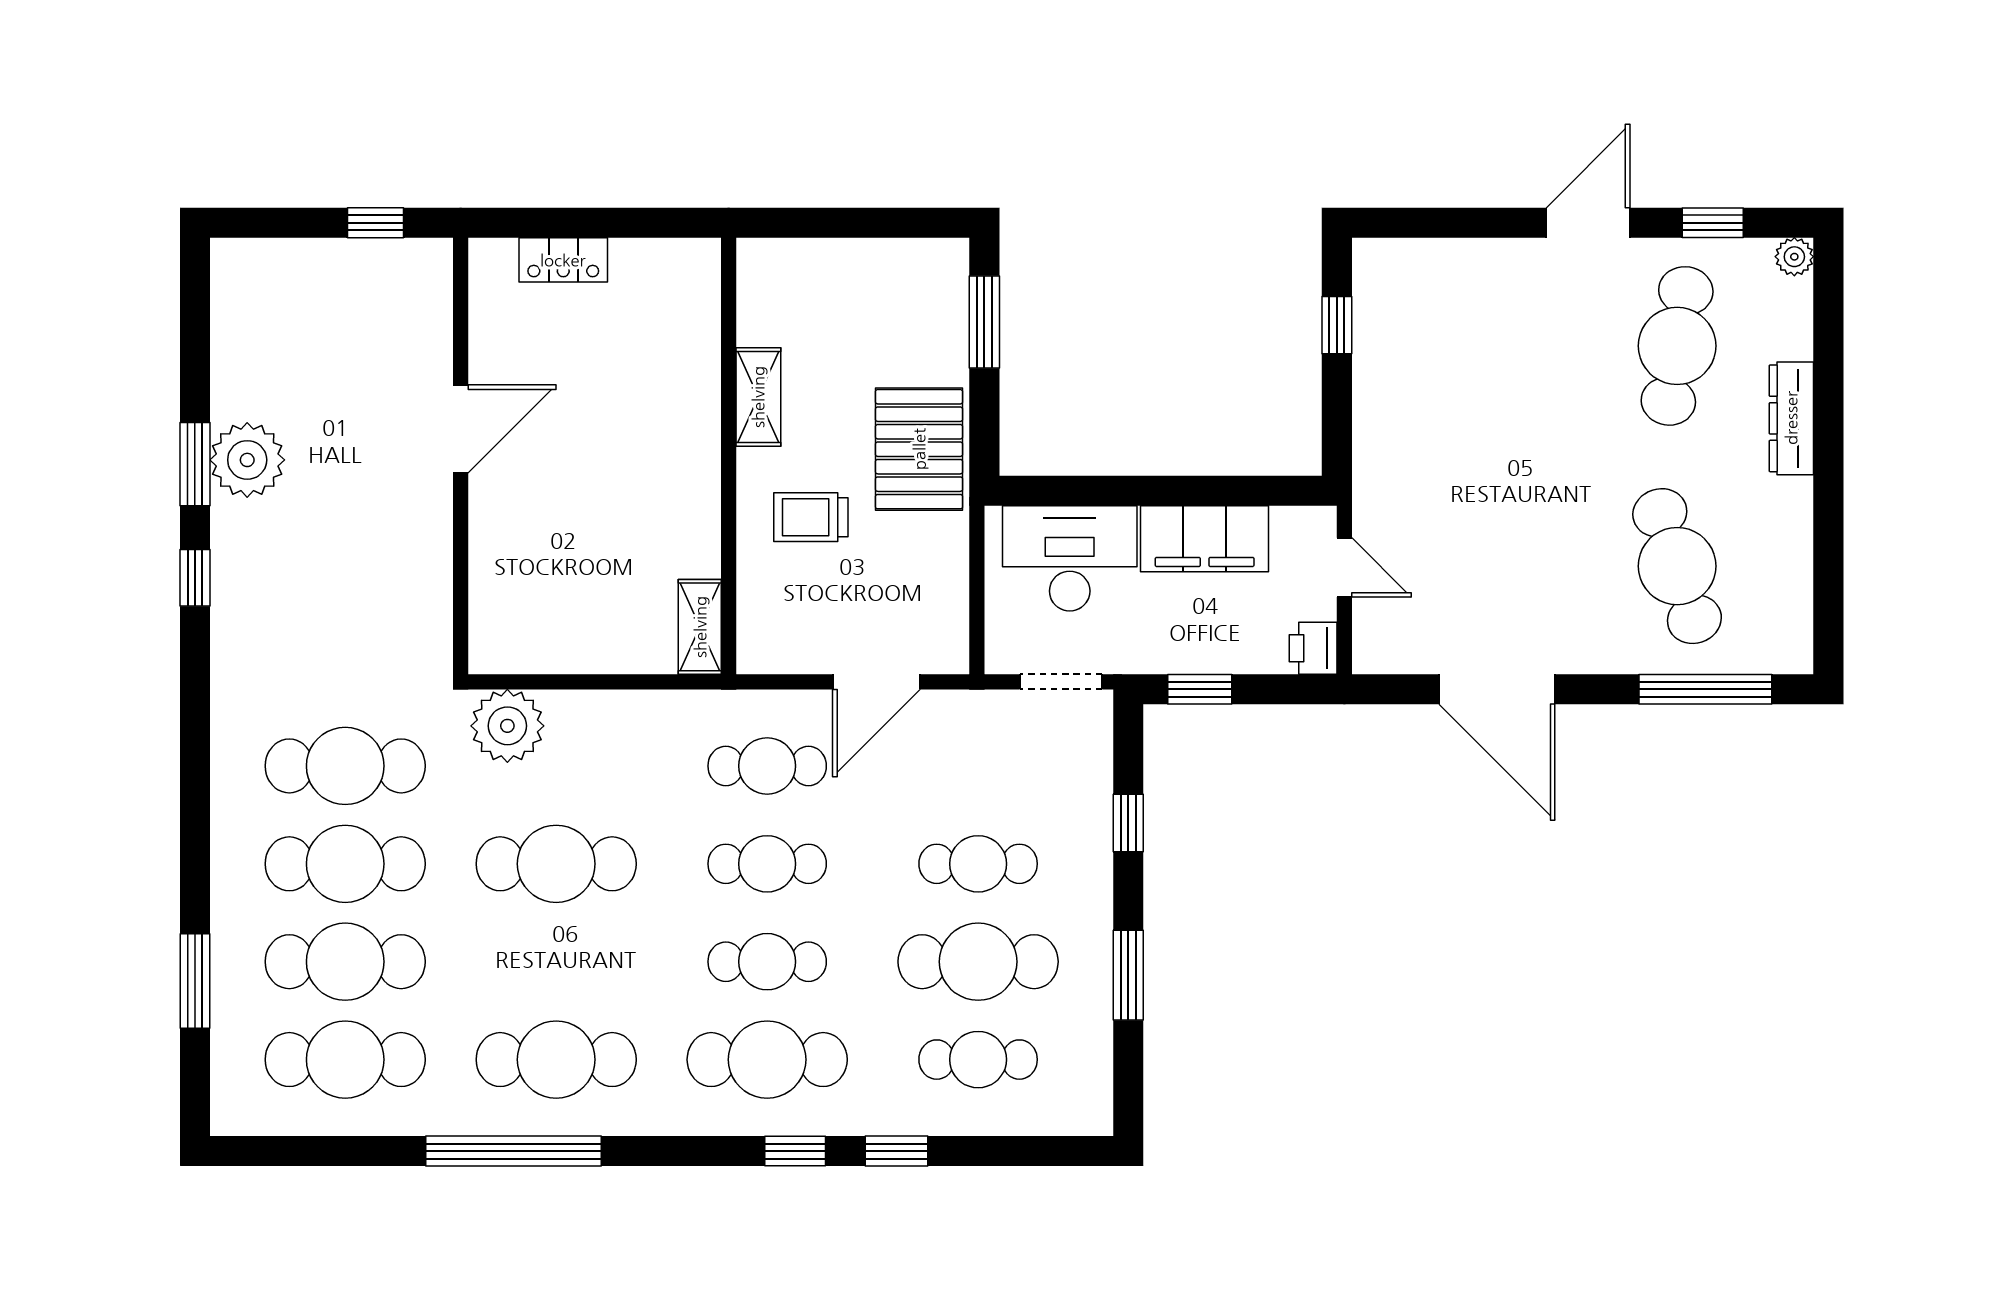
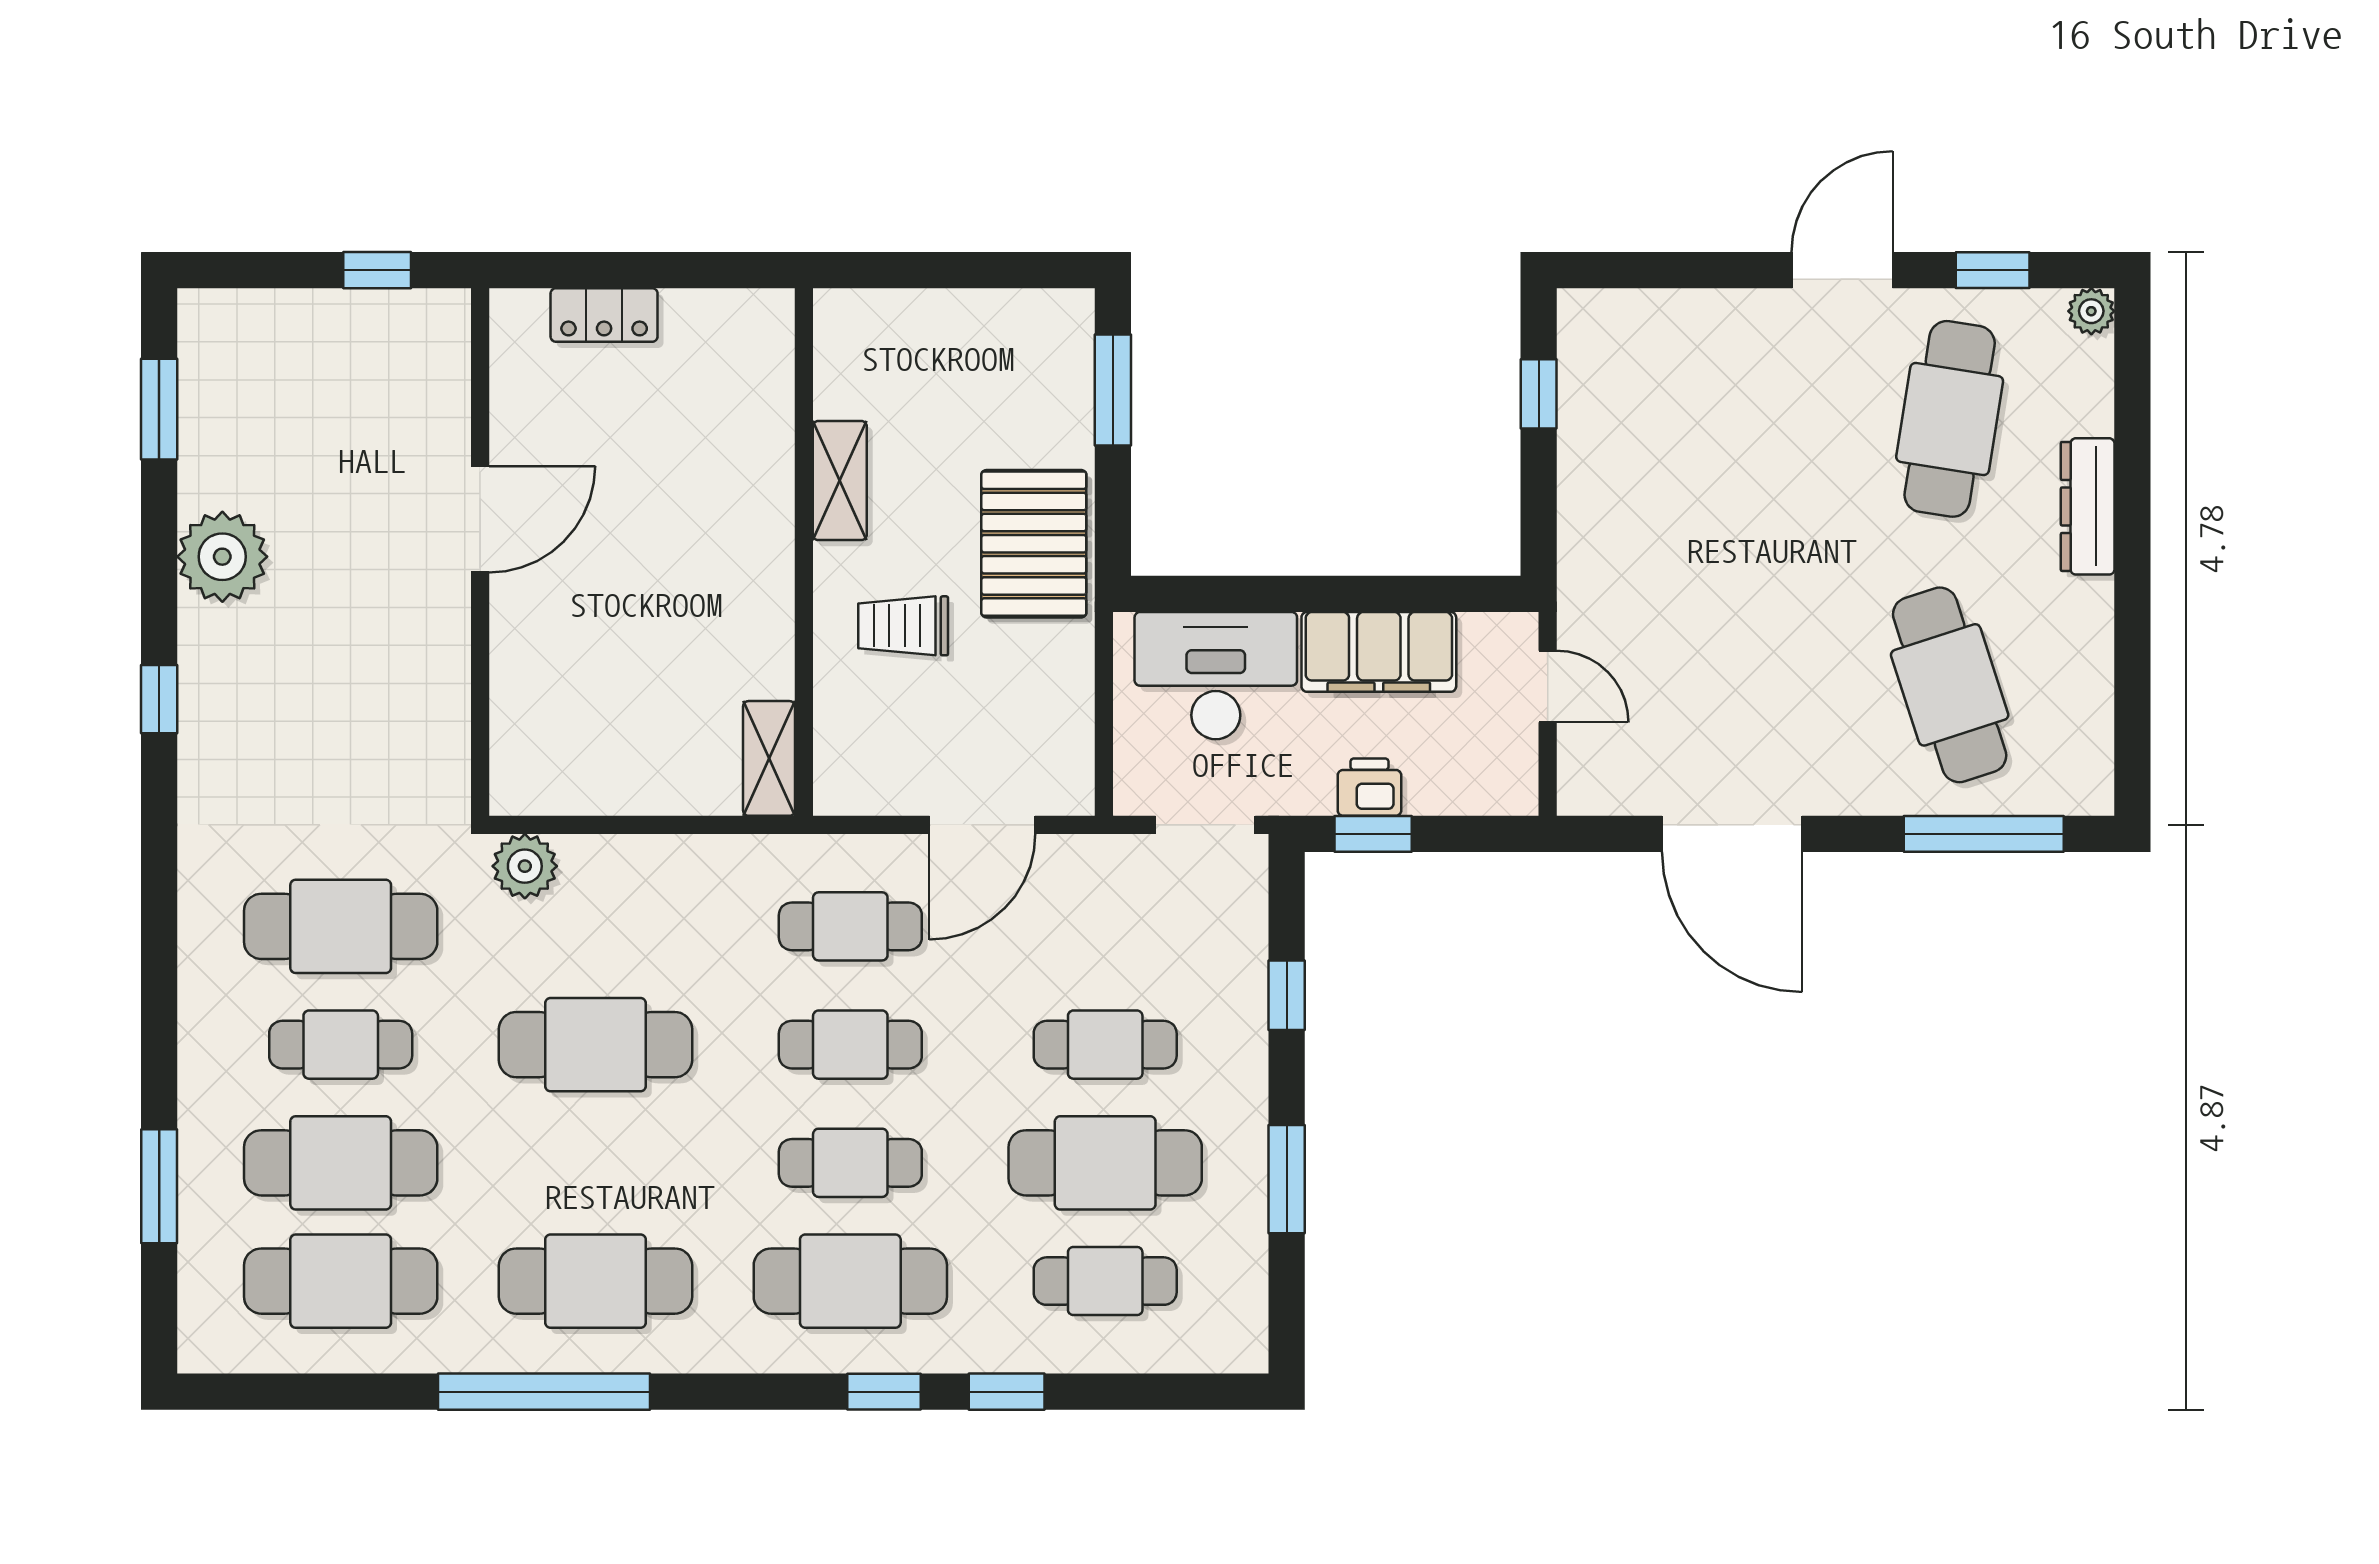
window: (195, 464) -> (159, 409), moved
printer: (1313, 648) -> (1369, 787), moved, turned 90
plant: (507, 726) -> (525, 866), width x0.73, depth x0.73
cafe table: (345, 864) -> (341, 1045), width x0.73, depth x0.74

